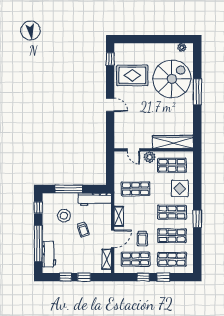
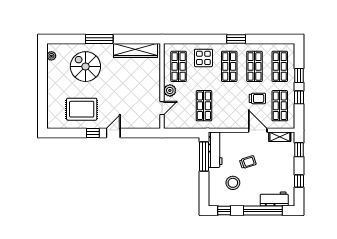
window: (110, 59) -> (93, 133), moved
rug: (132, 75) -> (82, 109), turned 90
spiral stairs: (172, 79) -> (85, 67), width x0.73, depth x0.73
wardrobe: (173, 142) -> (136, 51), moved, turned -90
window: (69, 189) -> (204, 157), moved
shelving: (119, 216) -> (233, 124), removed
window: (84, 277) -> (299, 150), moved

